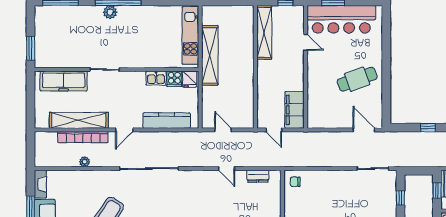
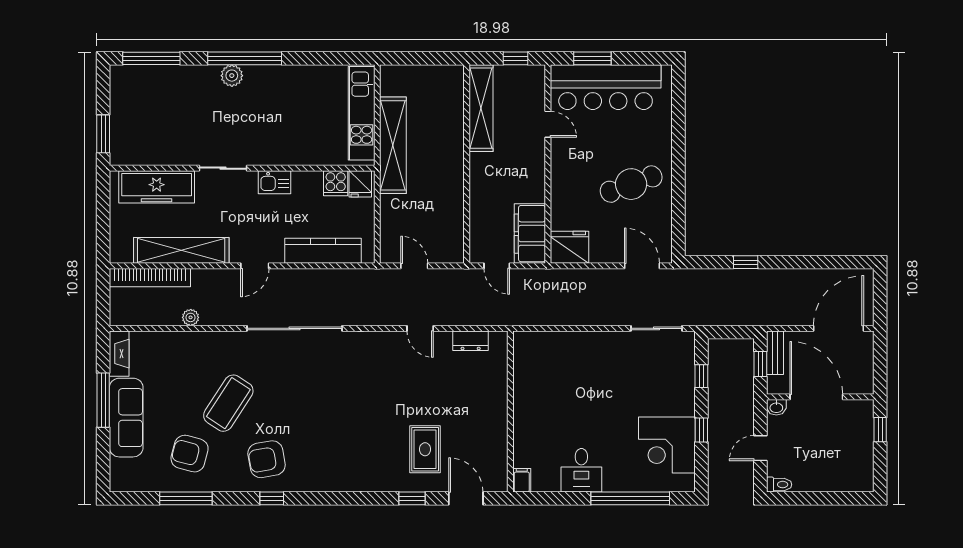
kitchen sink: (156, 78) -> (274, 182), moved
fridge: (319, 118) -> (569, 247), added
bookcase: (83, 137) -> (150, 278), moved
chair: (295, 182) -> (531, 350), removed

